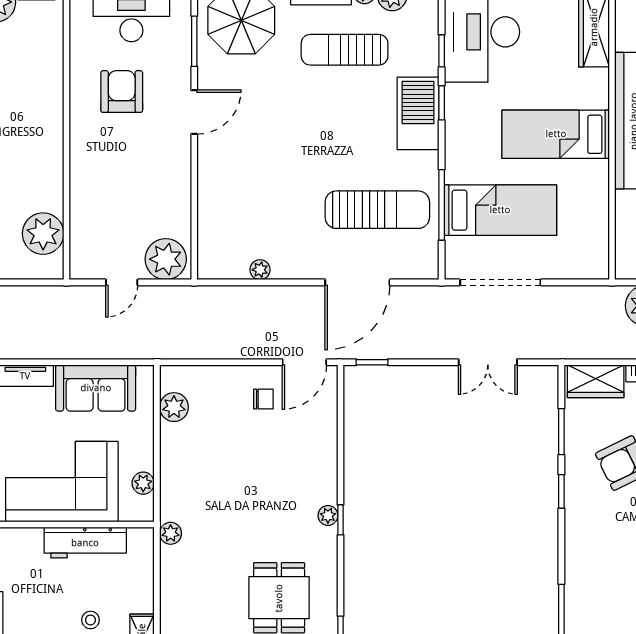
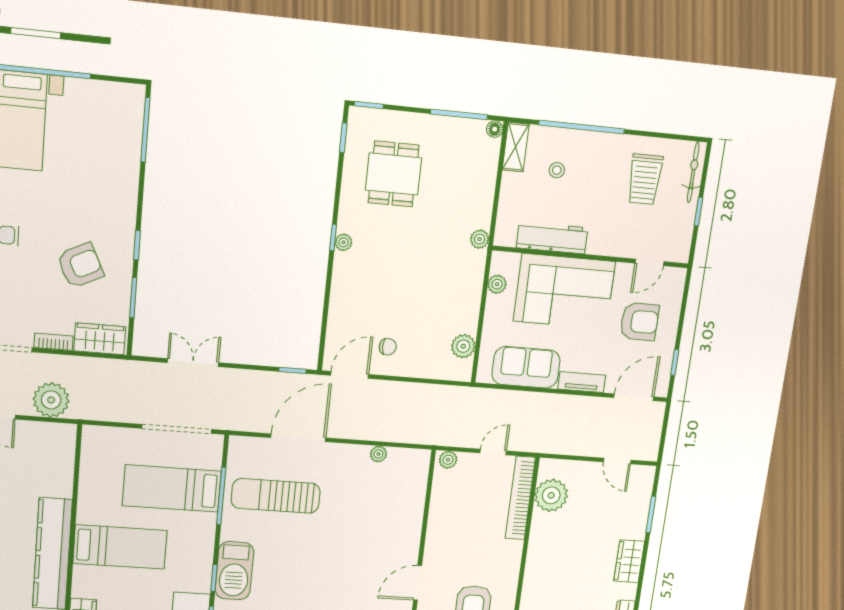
bookcase: (81, 228) -> (520, 498), added
plant: (166, 259) -> (448, 460), width x0.53, depth x0.53
chair: (263, 399) -> (388, 347), turned 180

